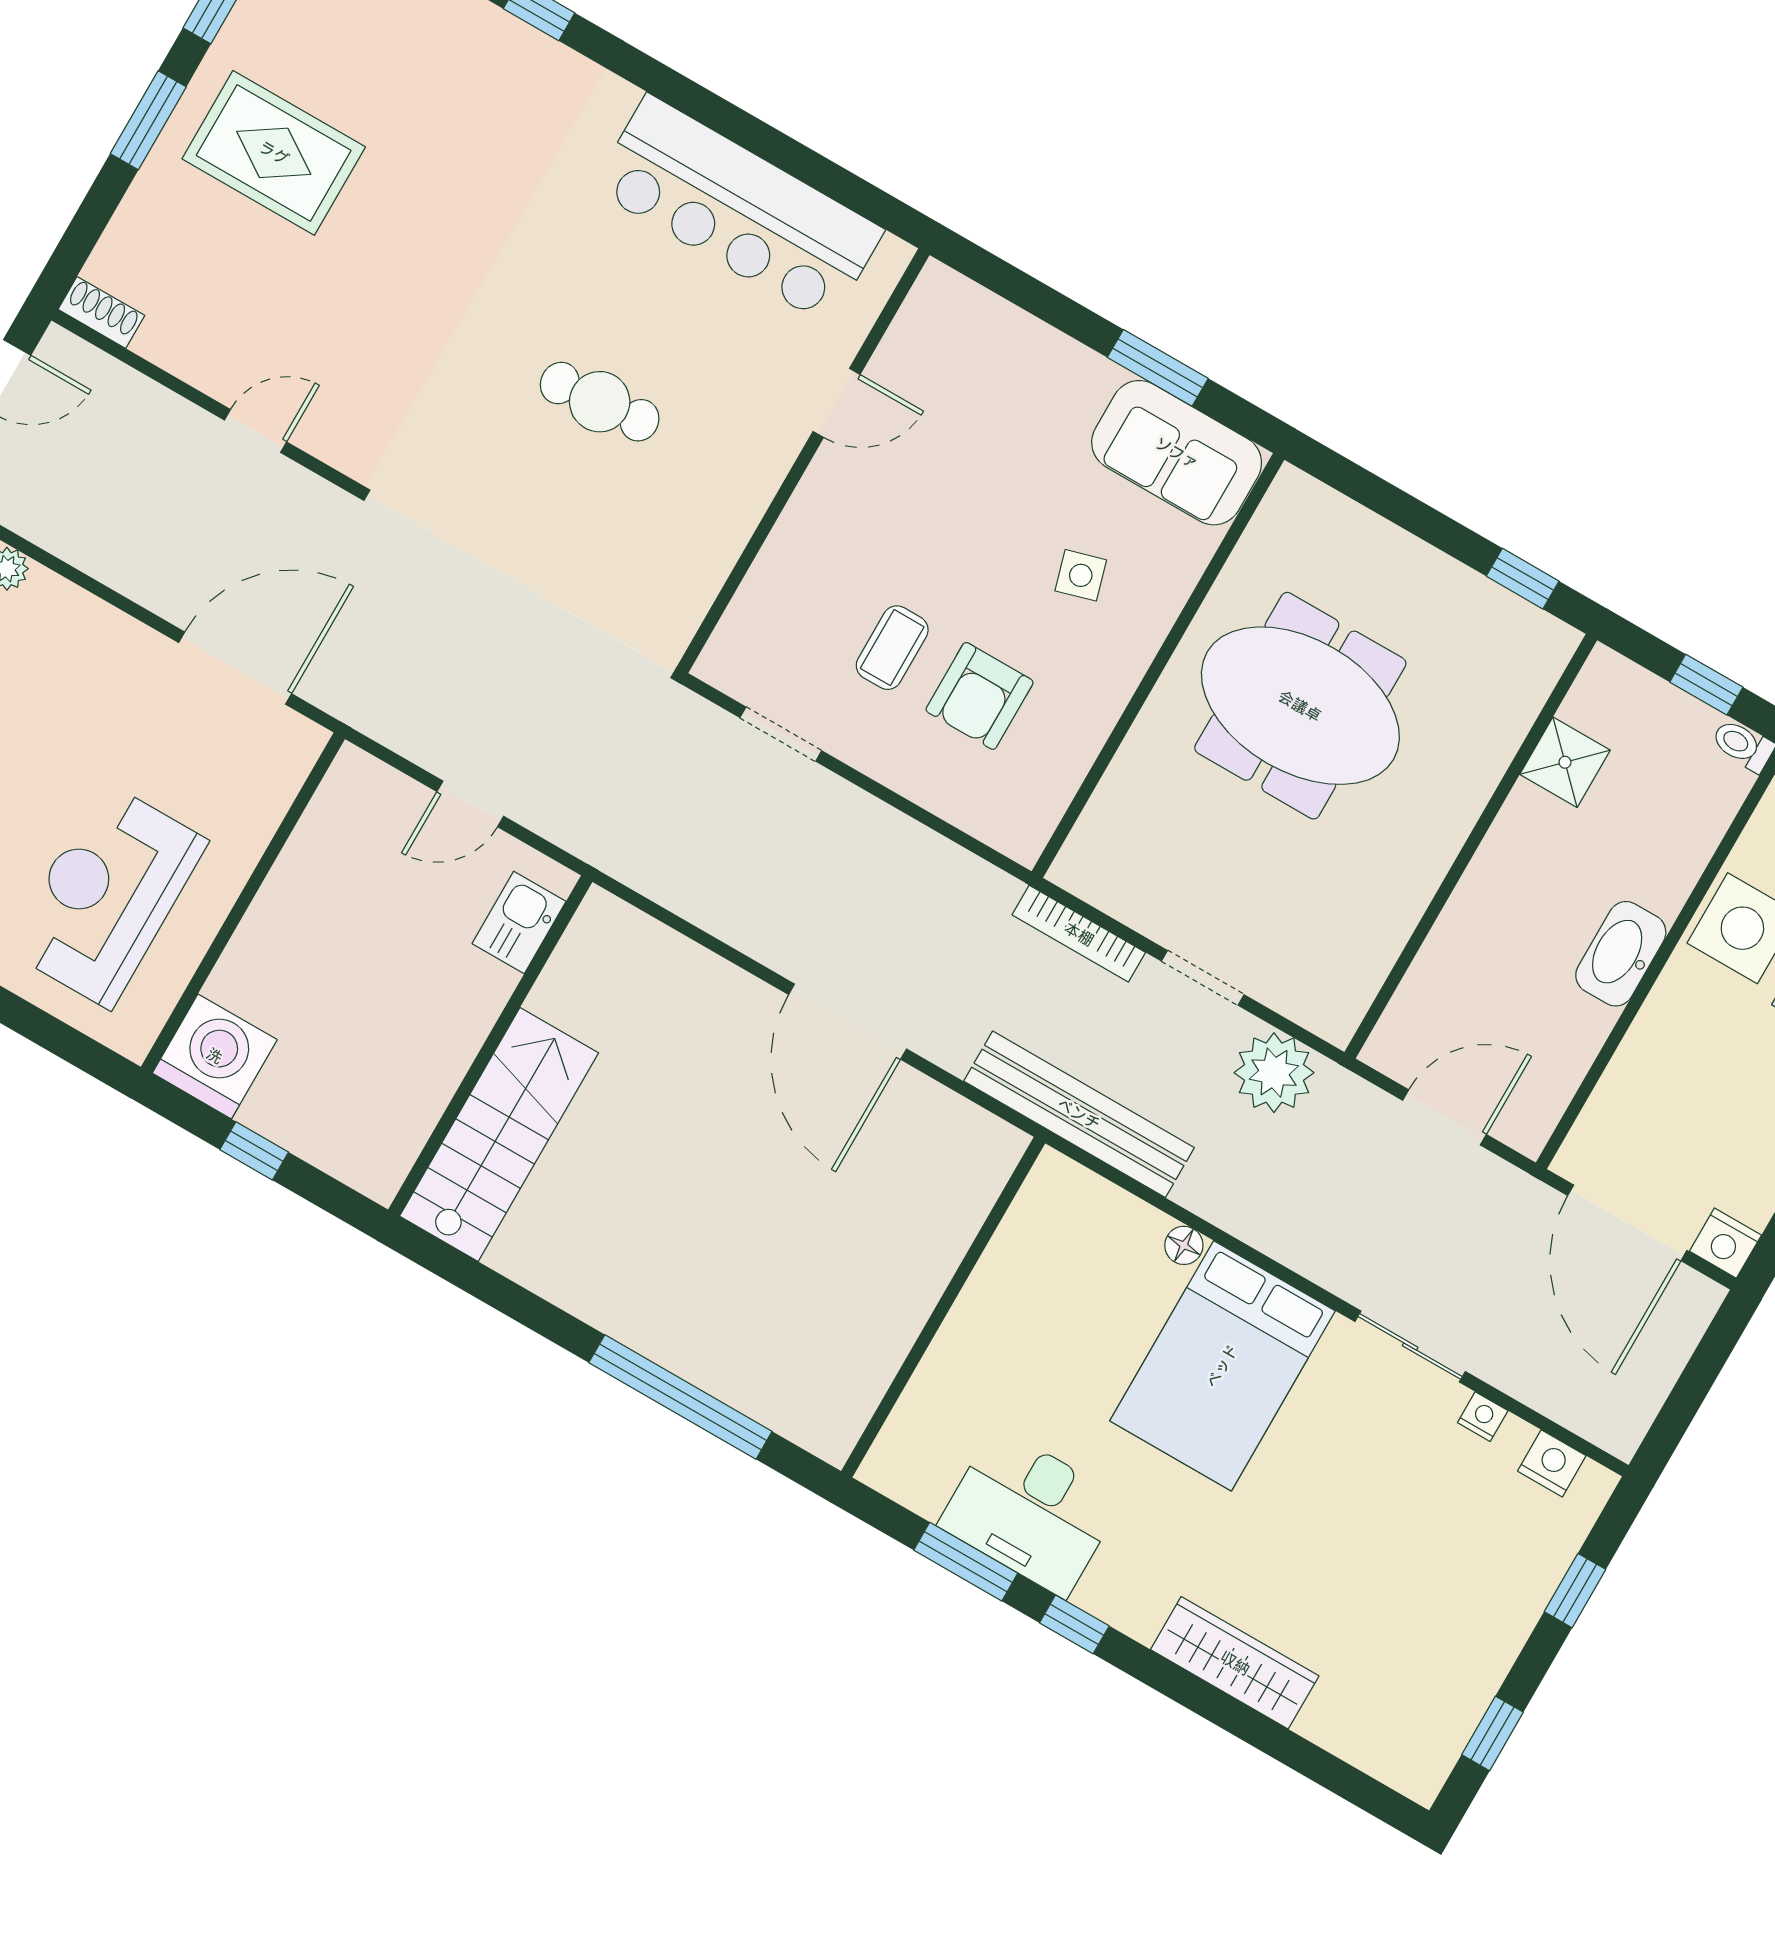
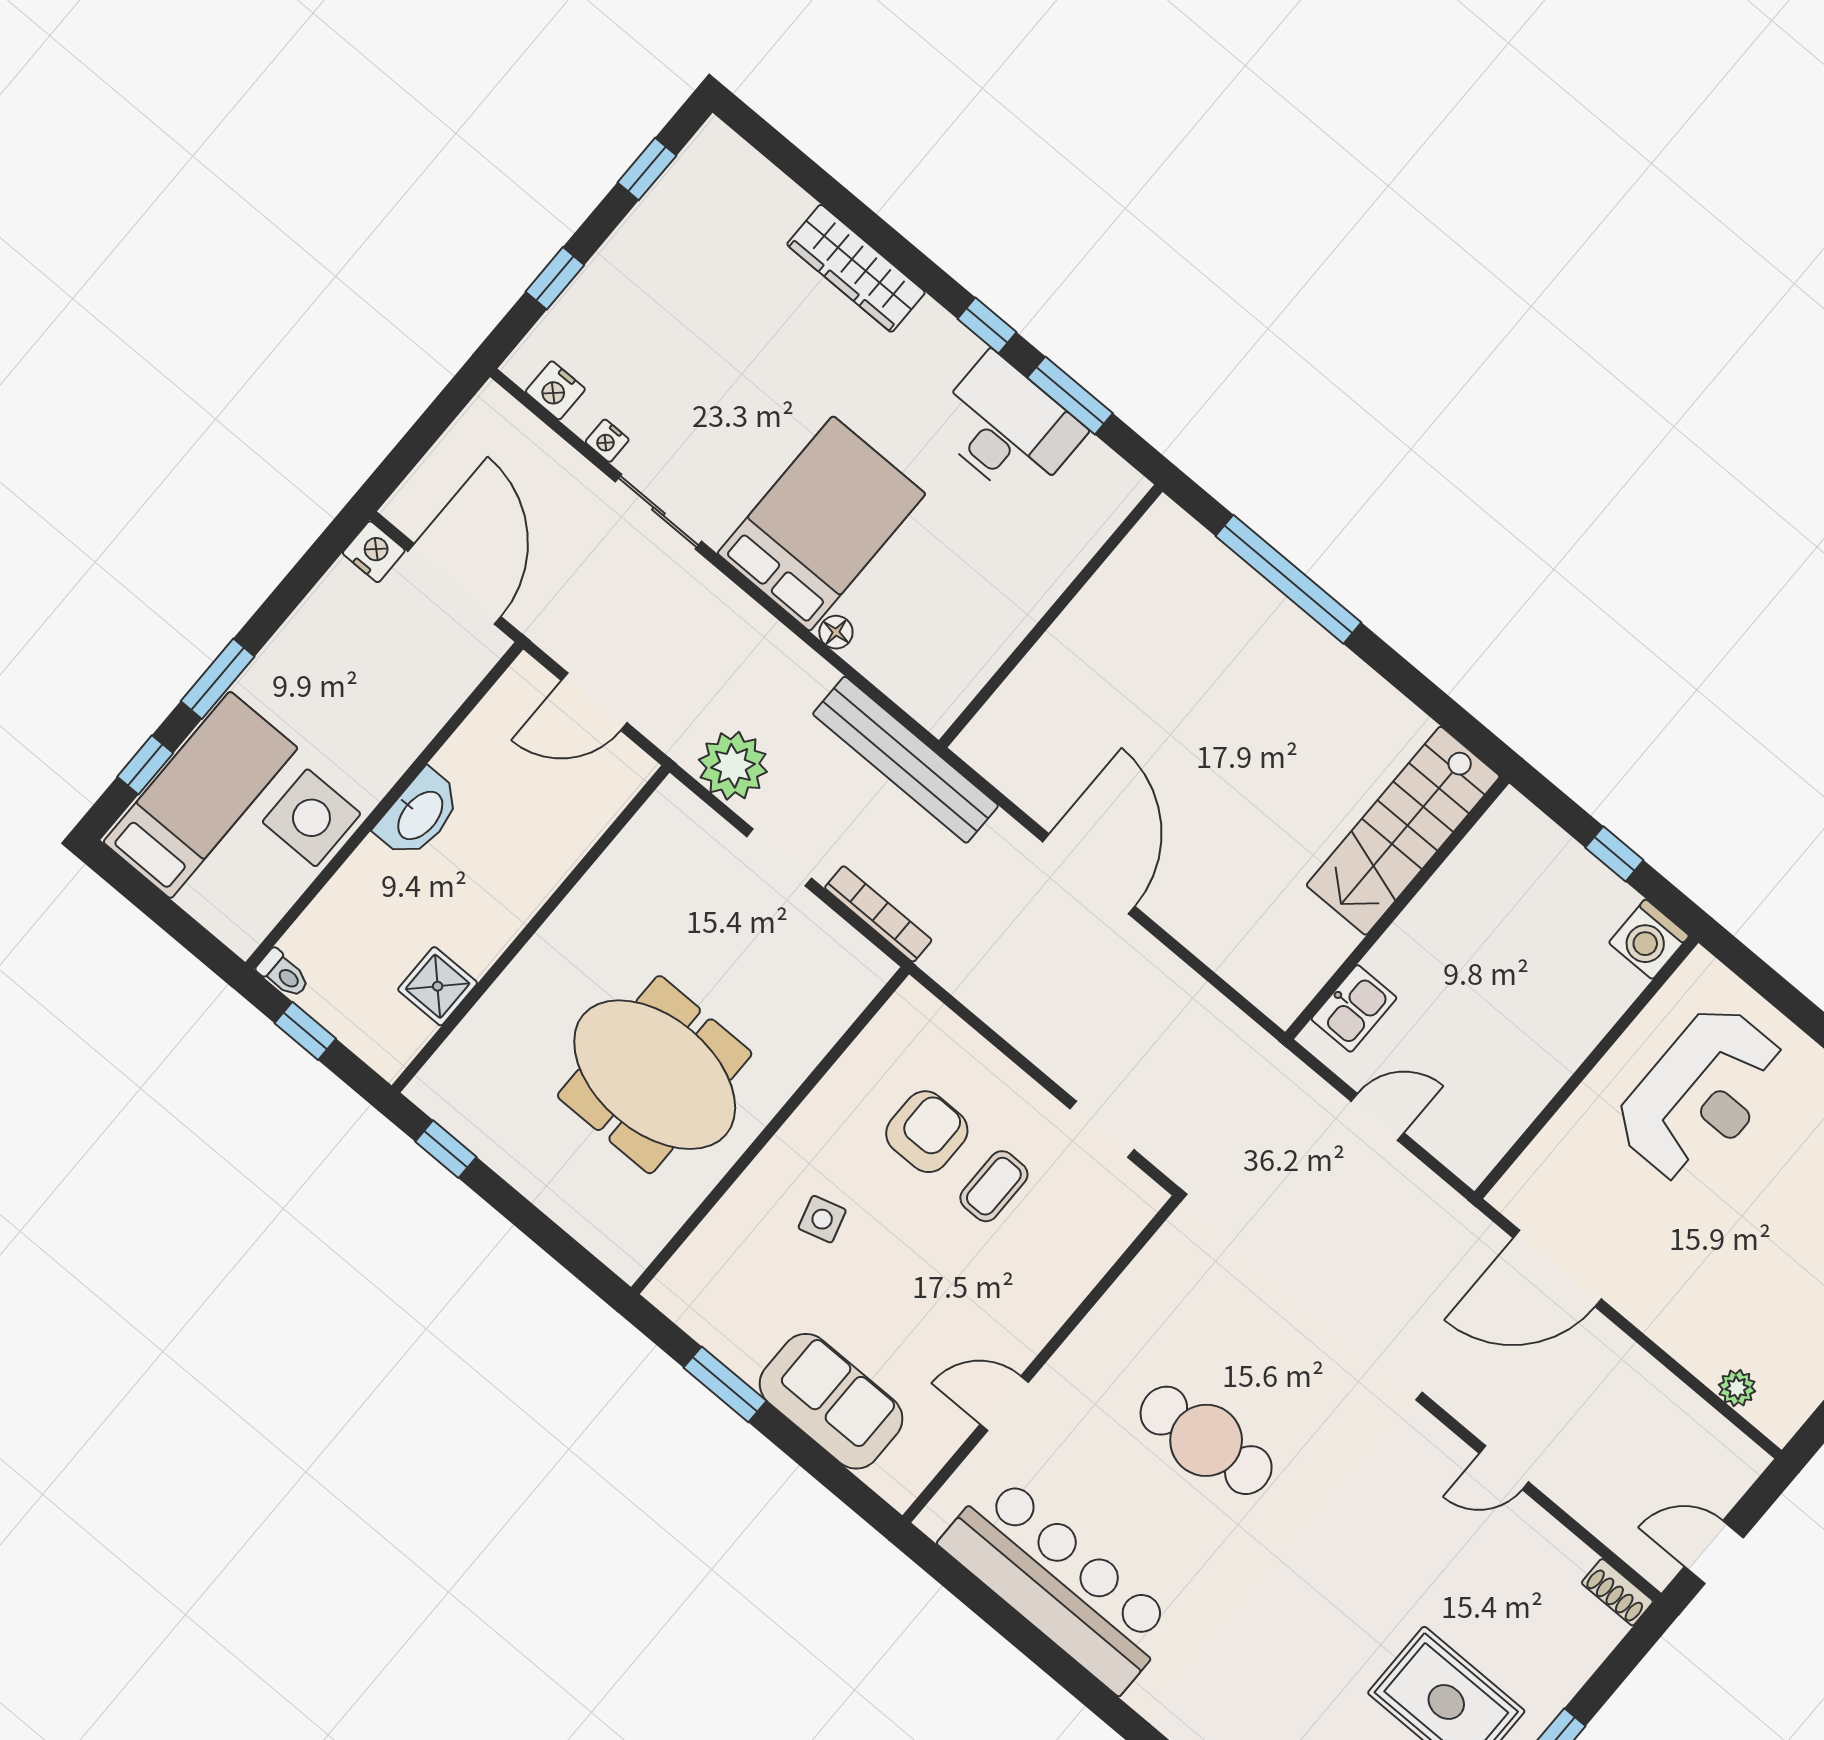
cafe table: (600, 402) -> (1206, 1440), width x1.37, depth x1.35
sofa: (1177, 453) -> (831, 1401), moved
washing machine: (215, 1056) -> (1649, 939), width x0.73, depth x0.73

